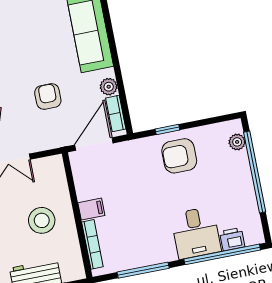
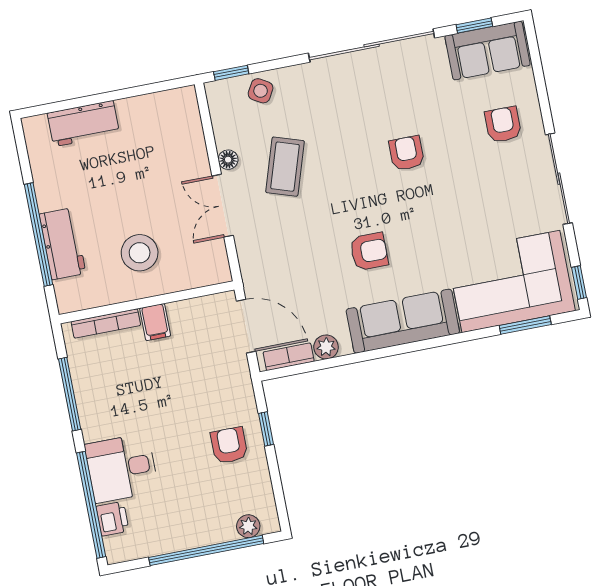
armchair: (48, 96) -> (369, 251), moved
armchair: (179, 156) -> (229, 445), width x0.72, depth x0.72

